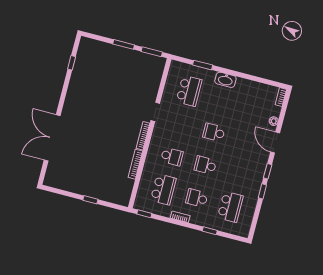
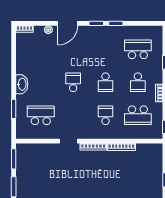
school desk: (214, 132) -> (73, 82), turned 180
school desk: (163, 189) -> (138, 115), turned 180

